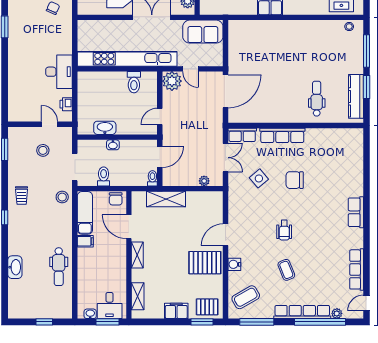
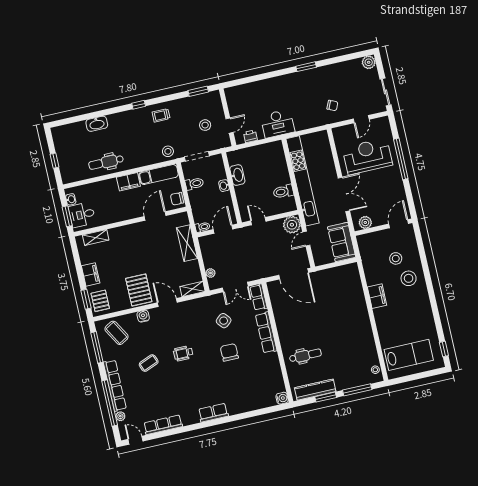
water cooler: (357, 134) -> (282, 398), added
door: (160, 157) -> (223, 229), swing flipped
filing cabinet: (85, 241) -> (128, 182), width x2.00
shelving: (137, 255) -> (193, 289), moved

